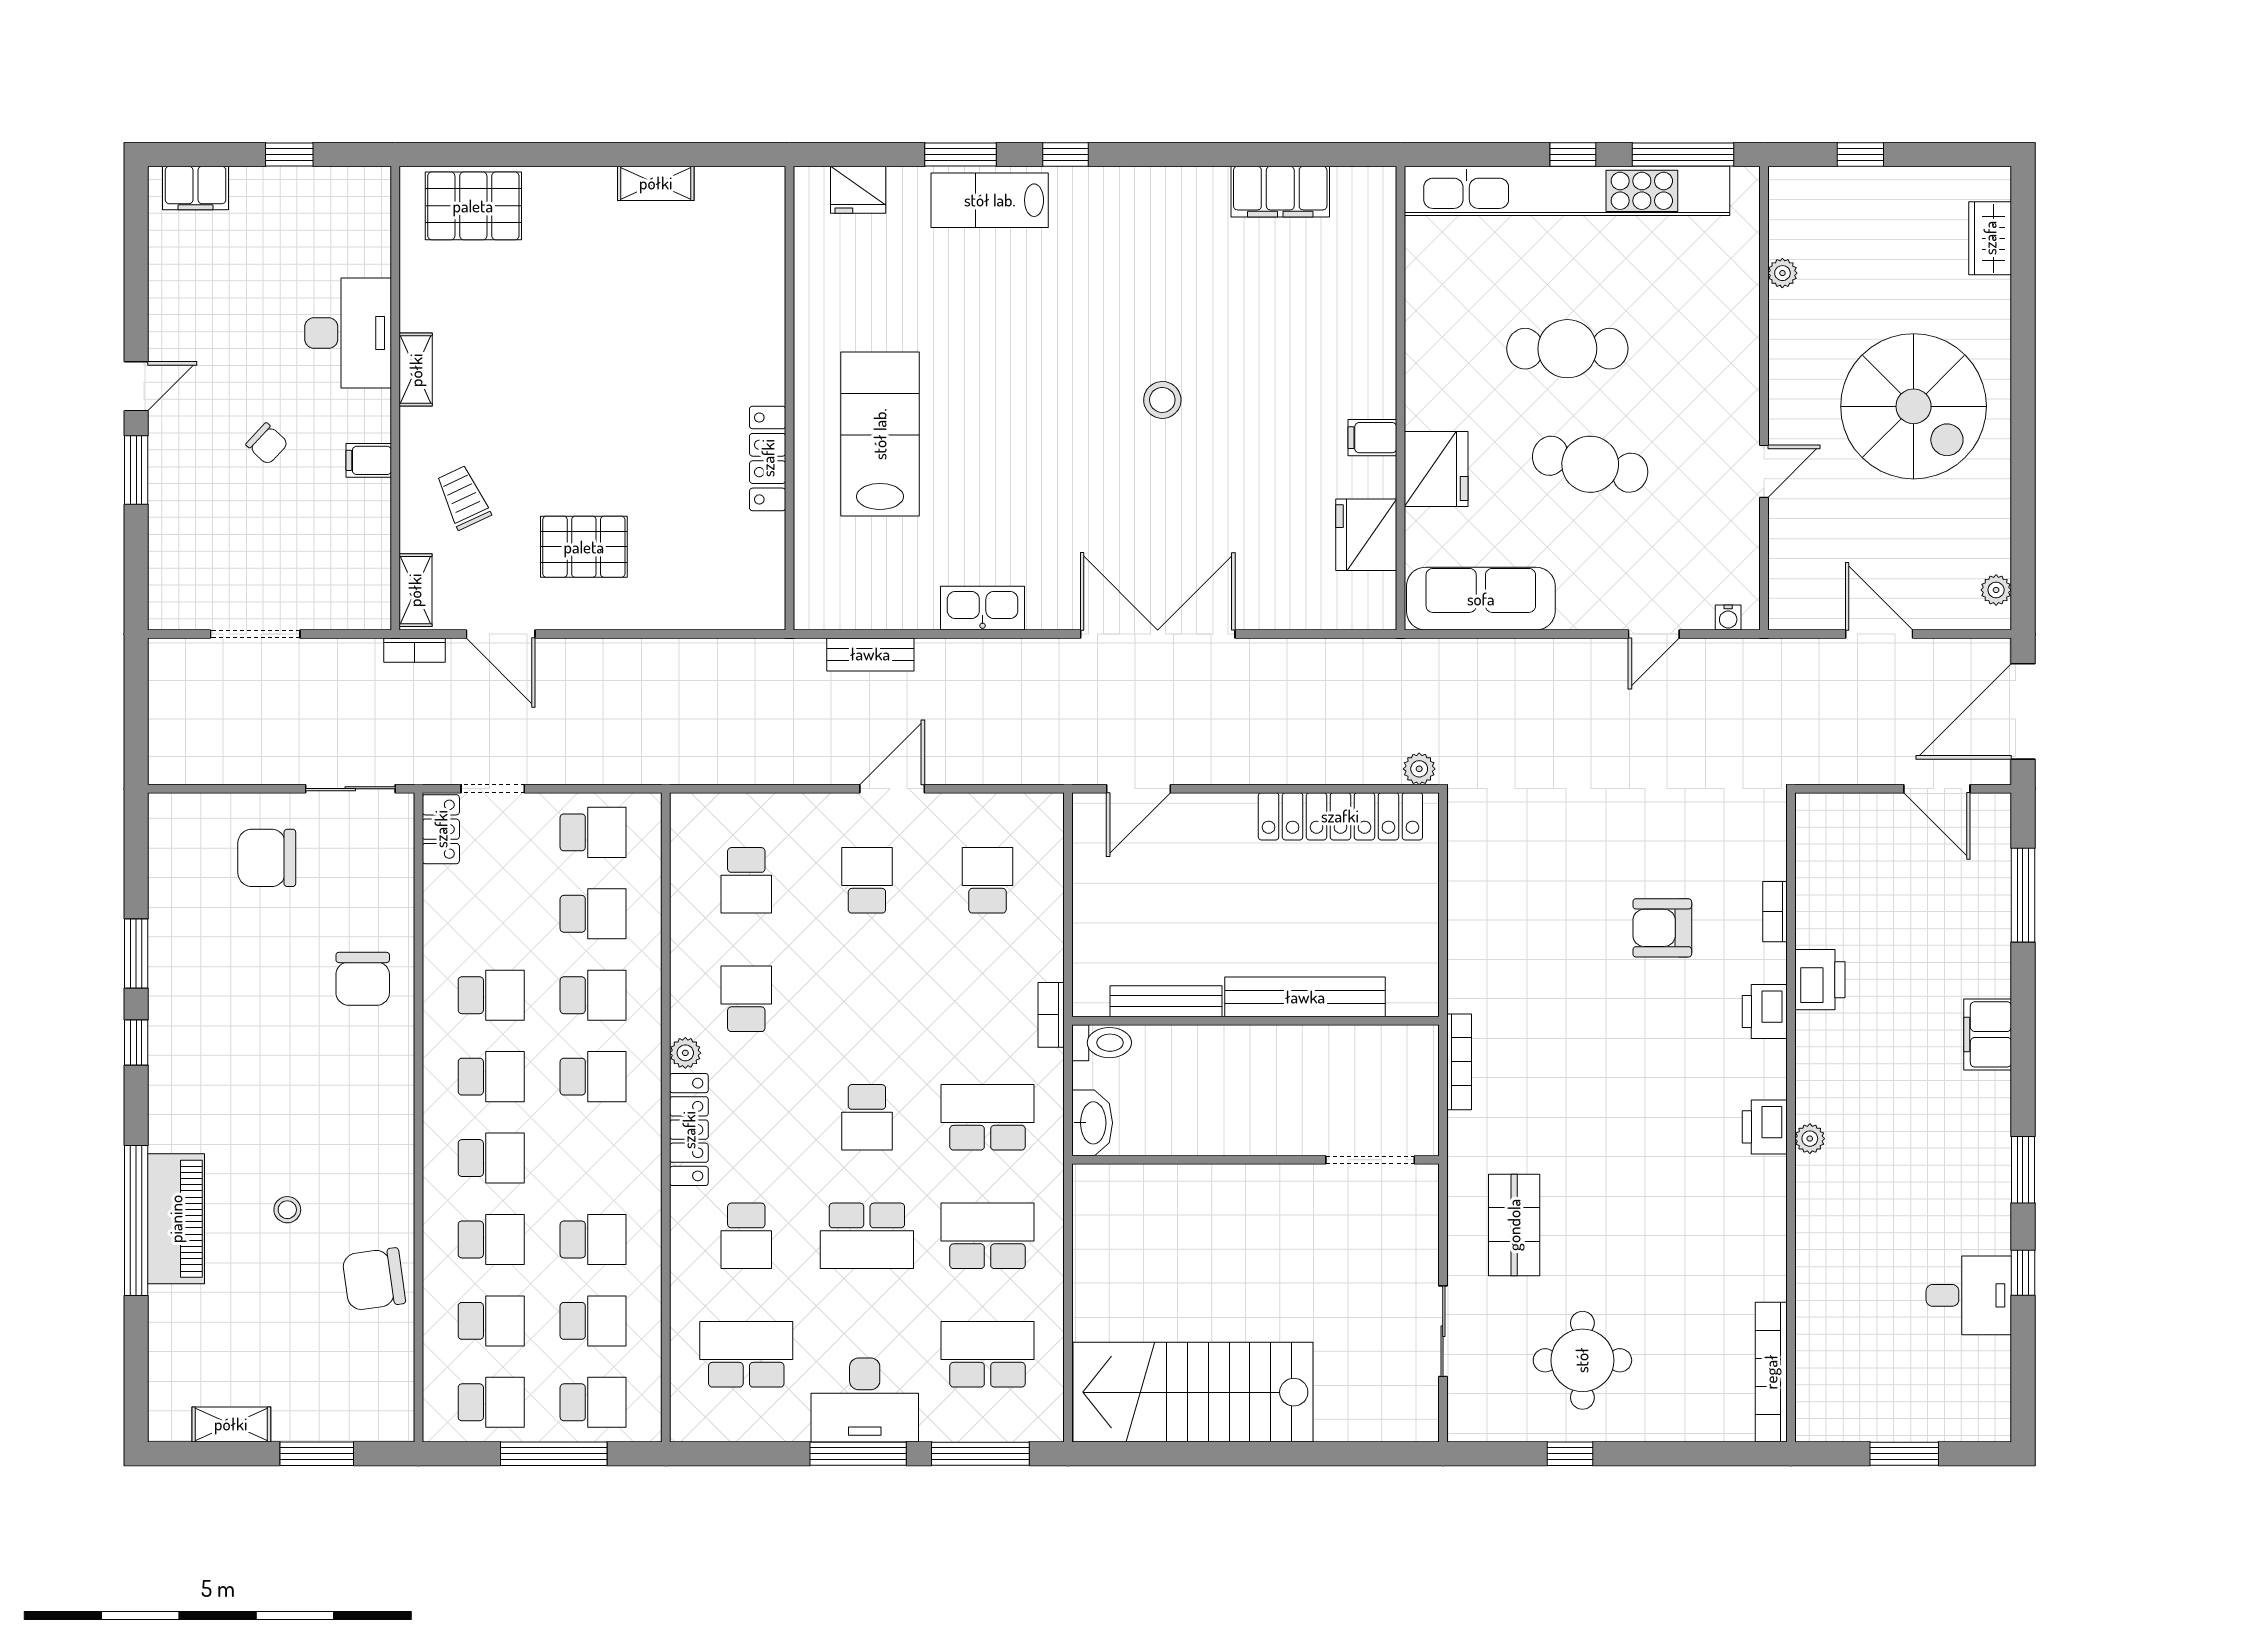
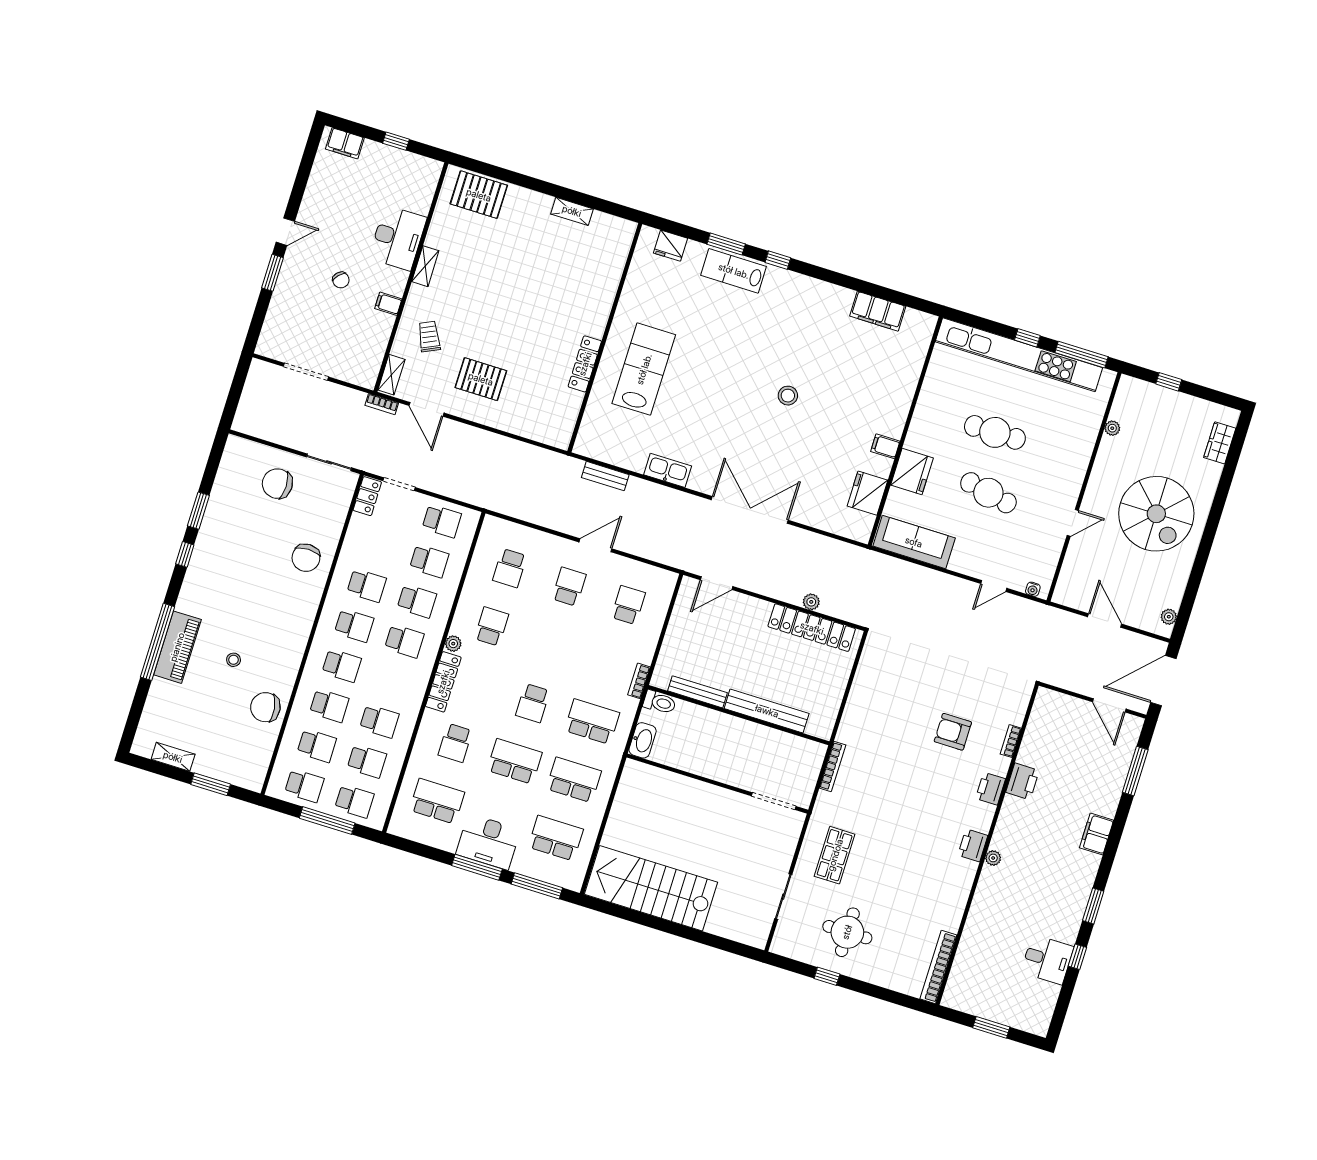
plant: (1419, 769) -> (811, 602), moved
school desk: (867, 1236) -> (515, 761), turned 180

